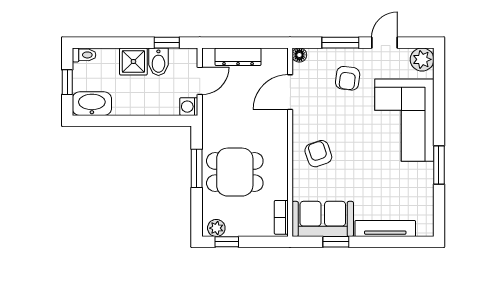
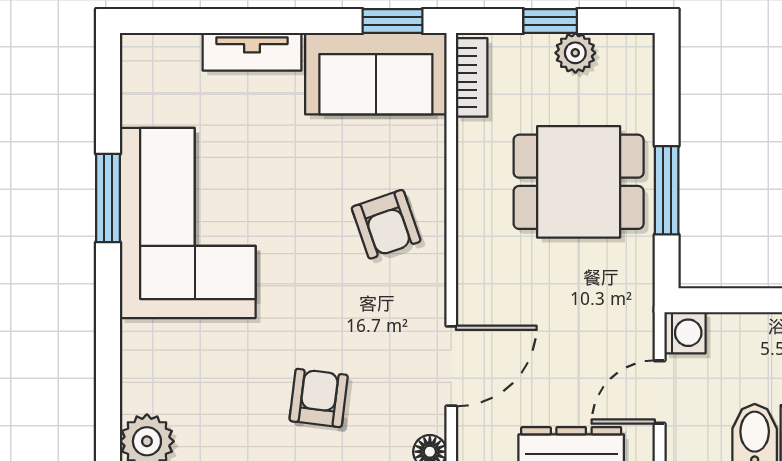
corner sofa: (404, 120) -> (188, 223), moved
plant: (216, 228) -> (575, 53), moved
tv unit: (385, 228) -> (252, 52), width x0.71
window: (227, 242) -> (550, 21), moved
window: (336, 242) -> (392, 21), moved

